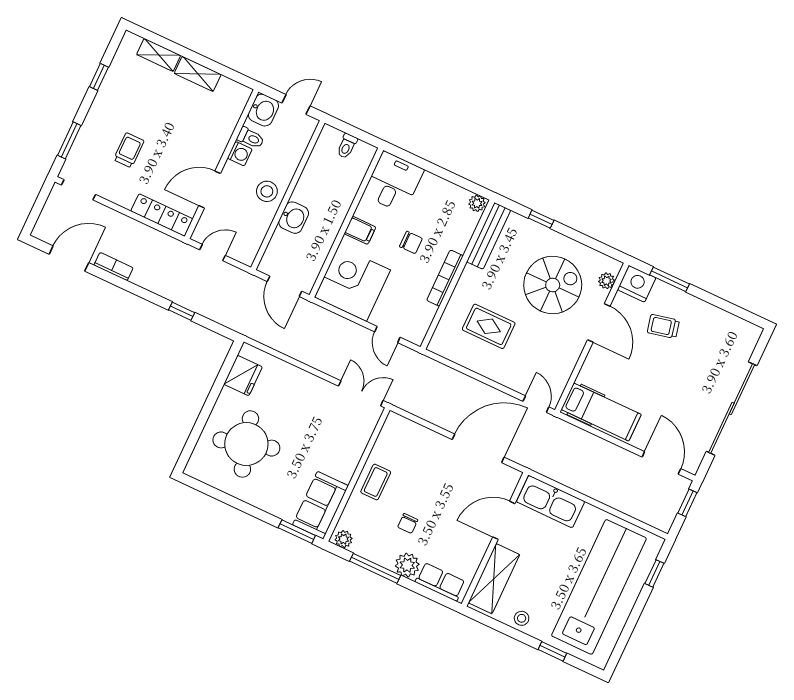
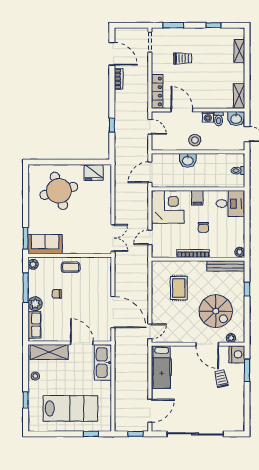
shelving: (198, 74) -> (239, 96), moved
door: (599, 323) -> (207, 344), hinge flipped
lab bench: (599, 587) -> (70, 408), width x0.73

